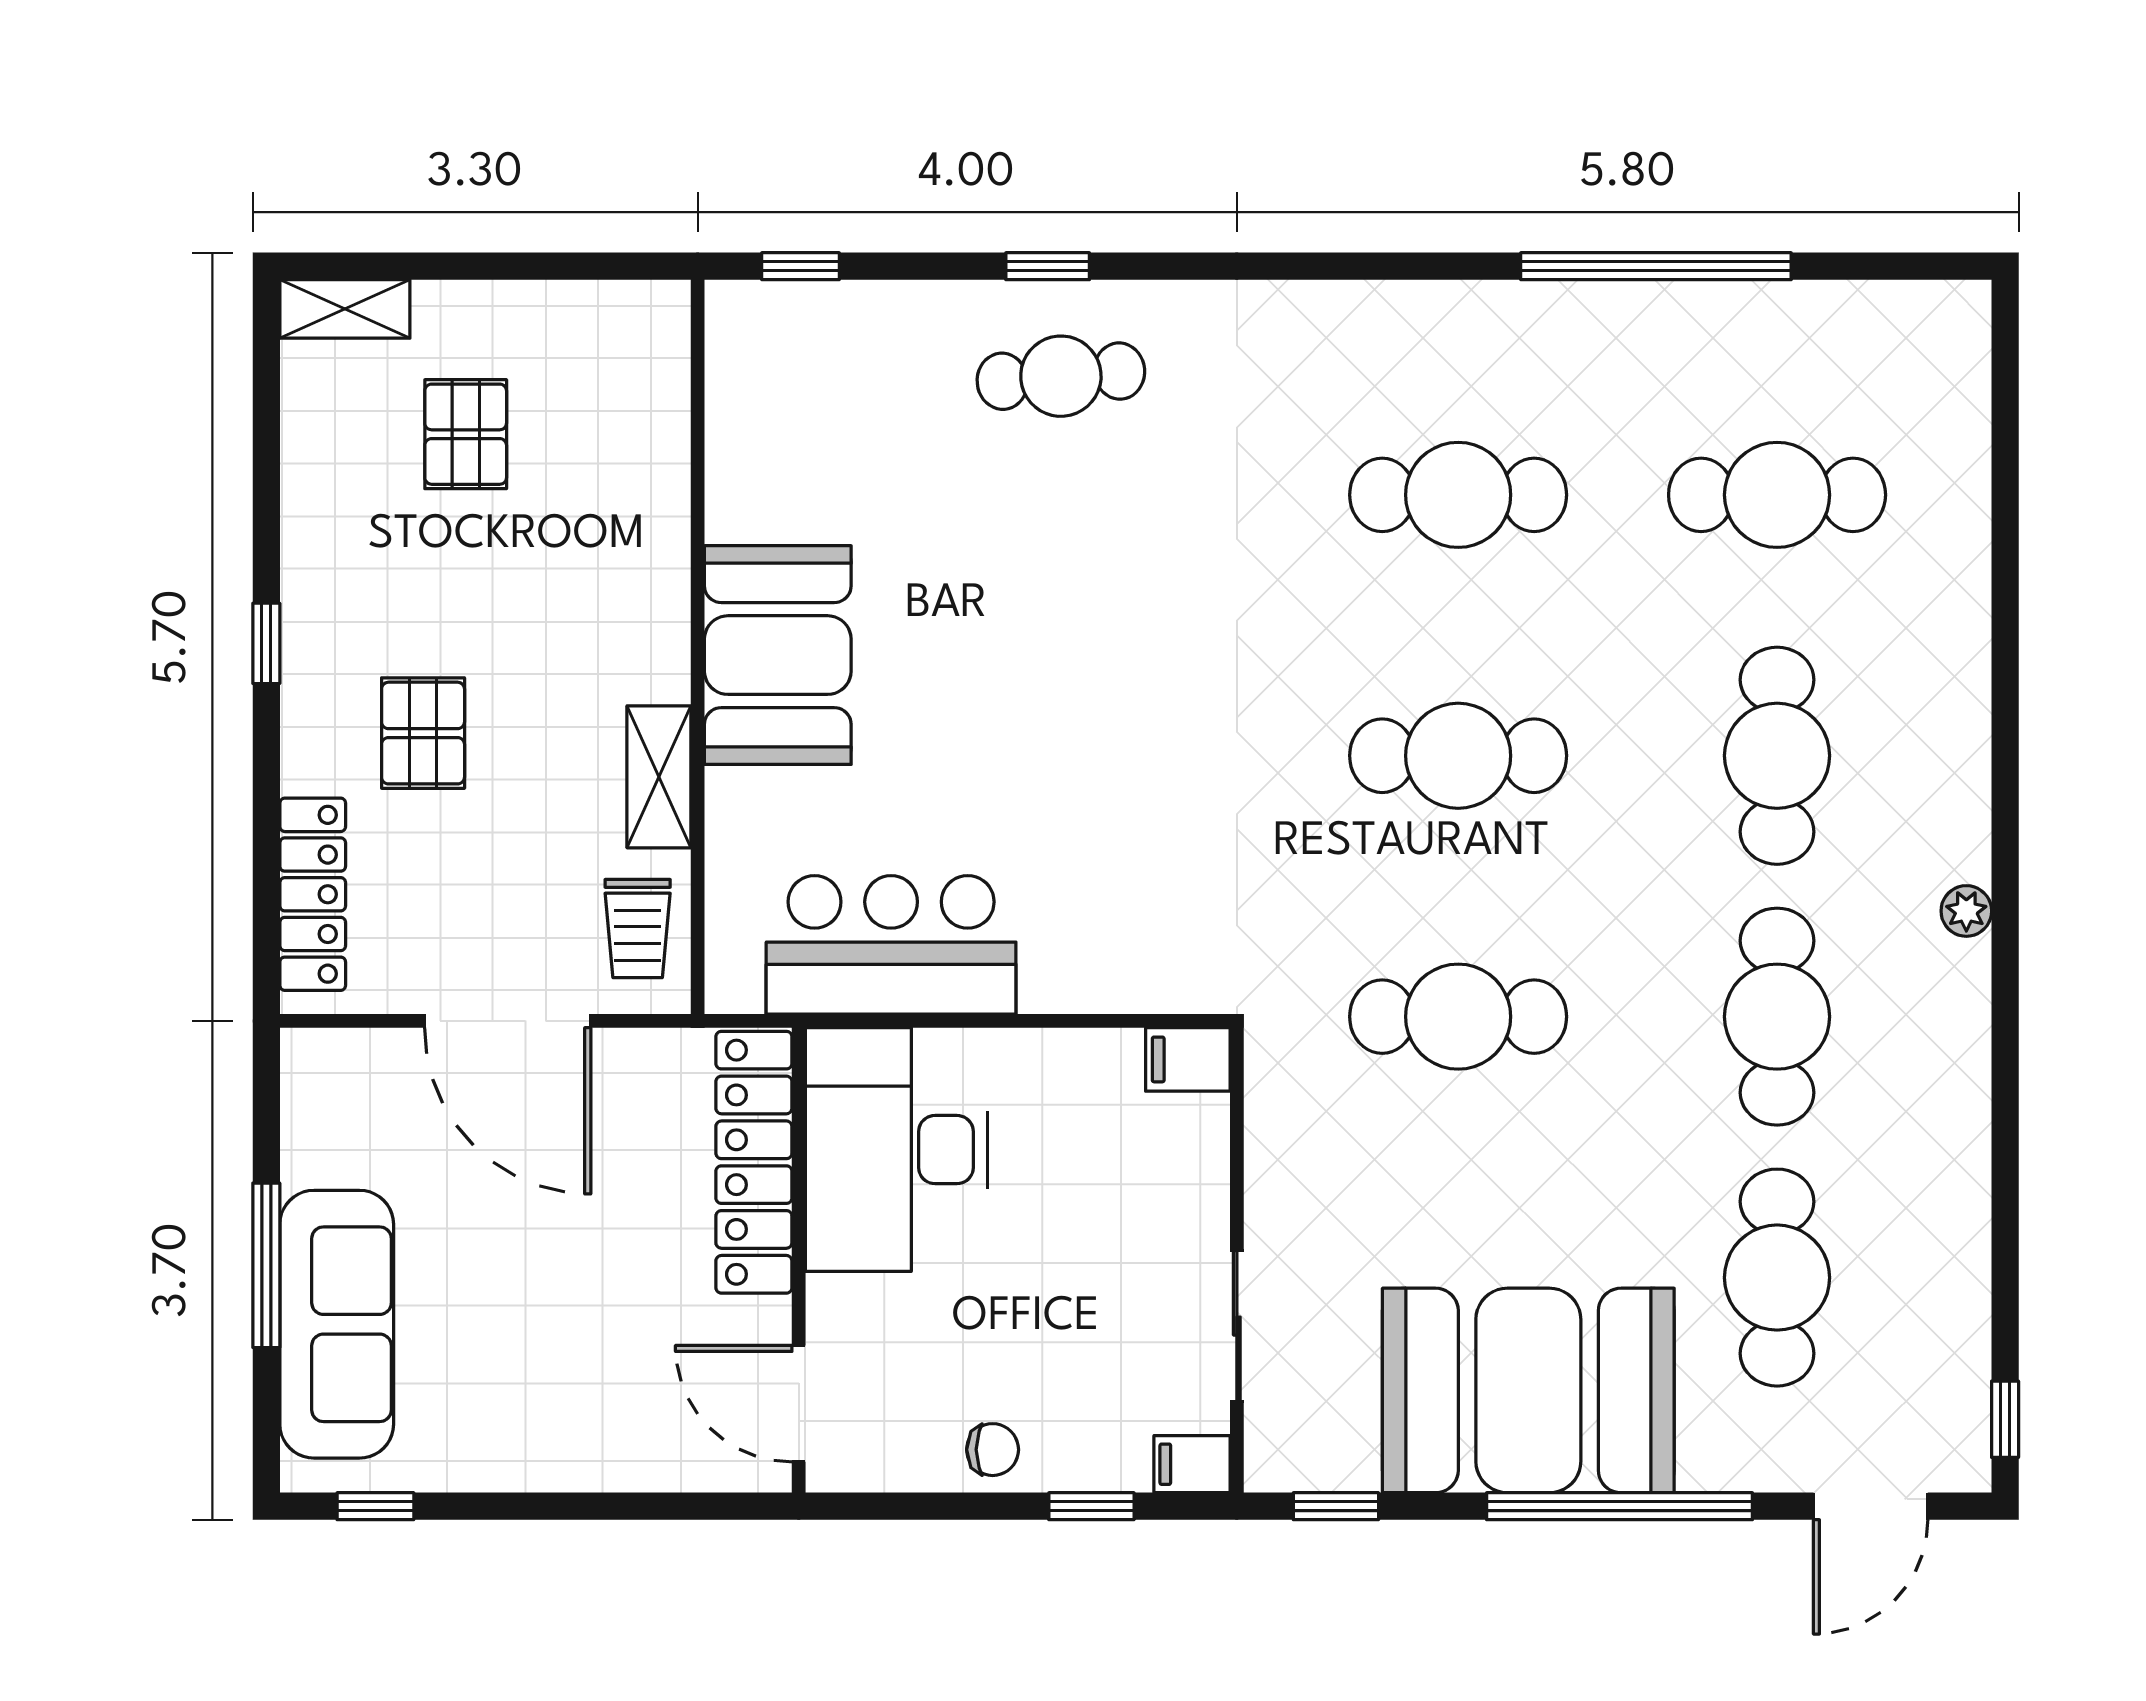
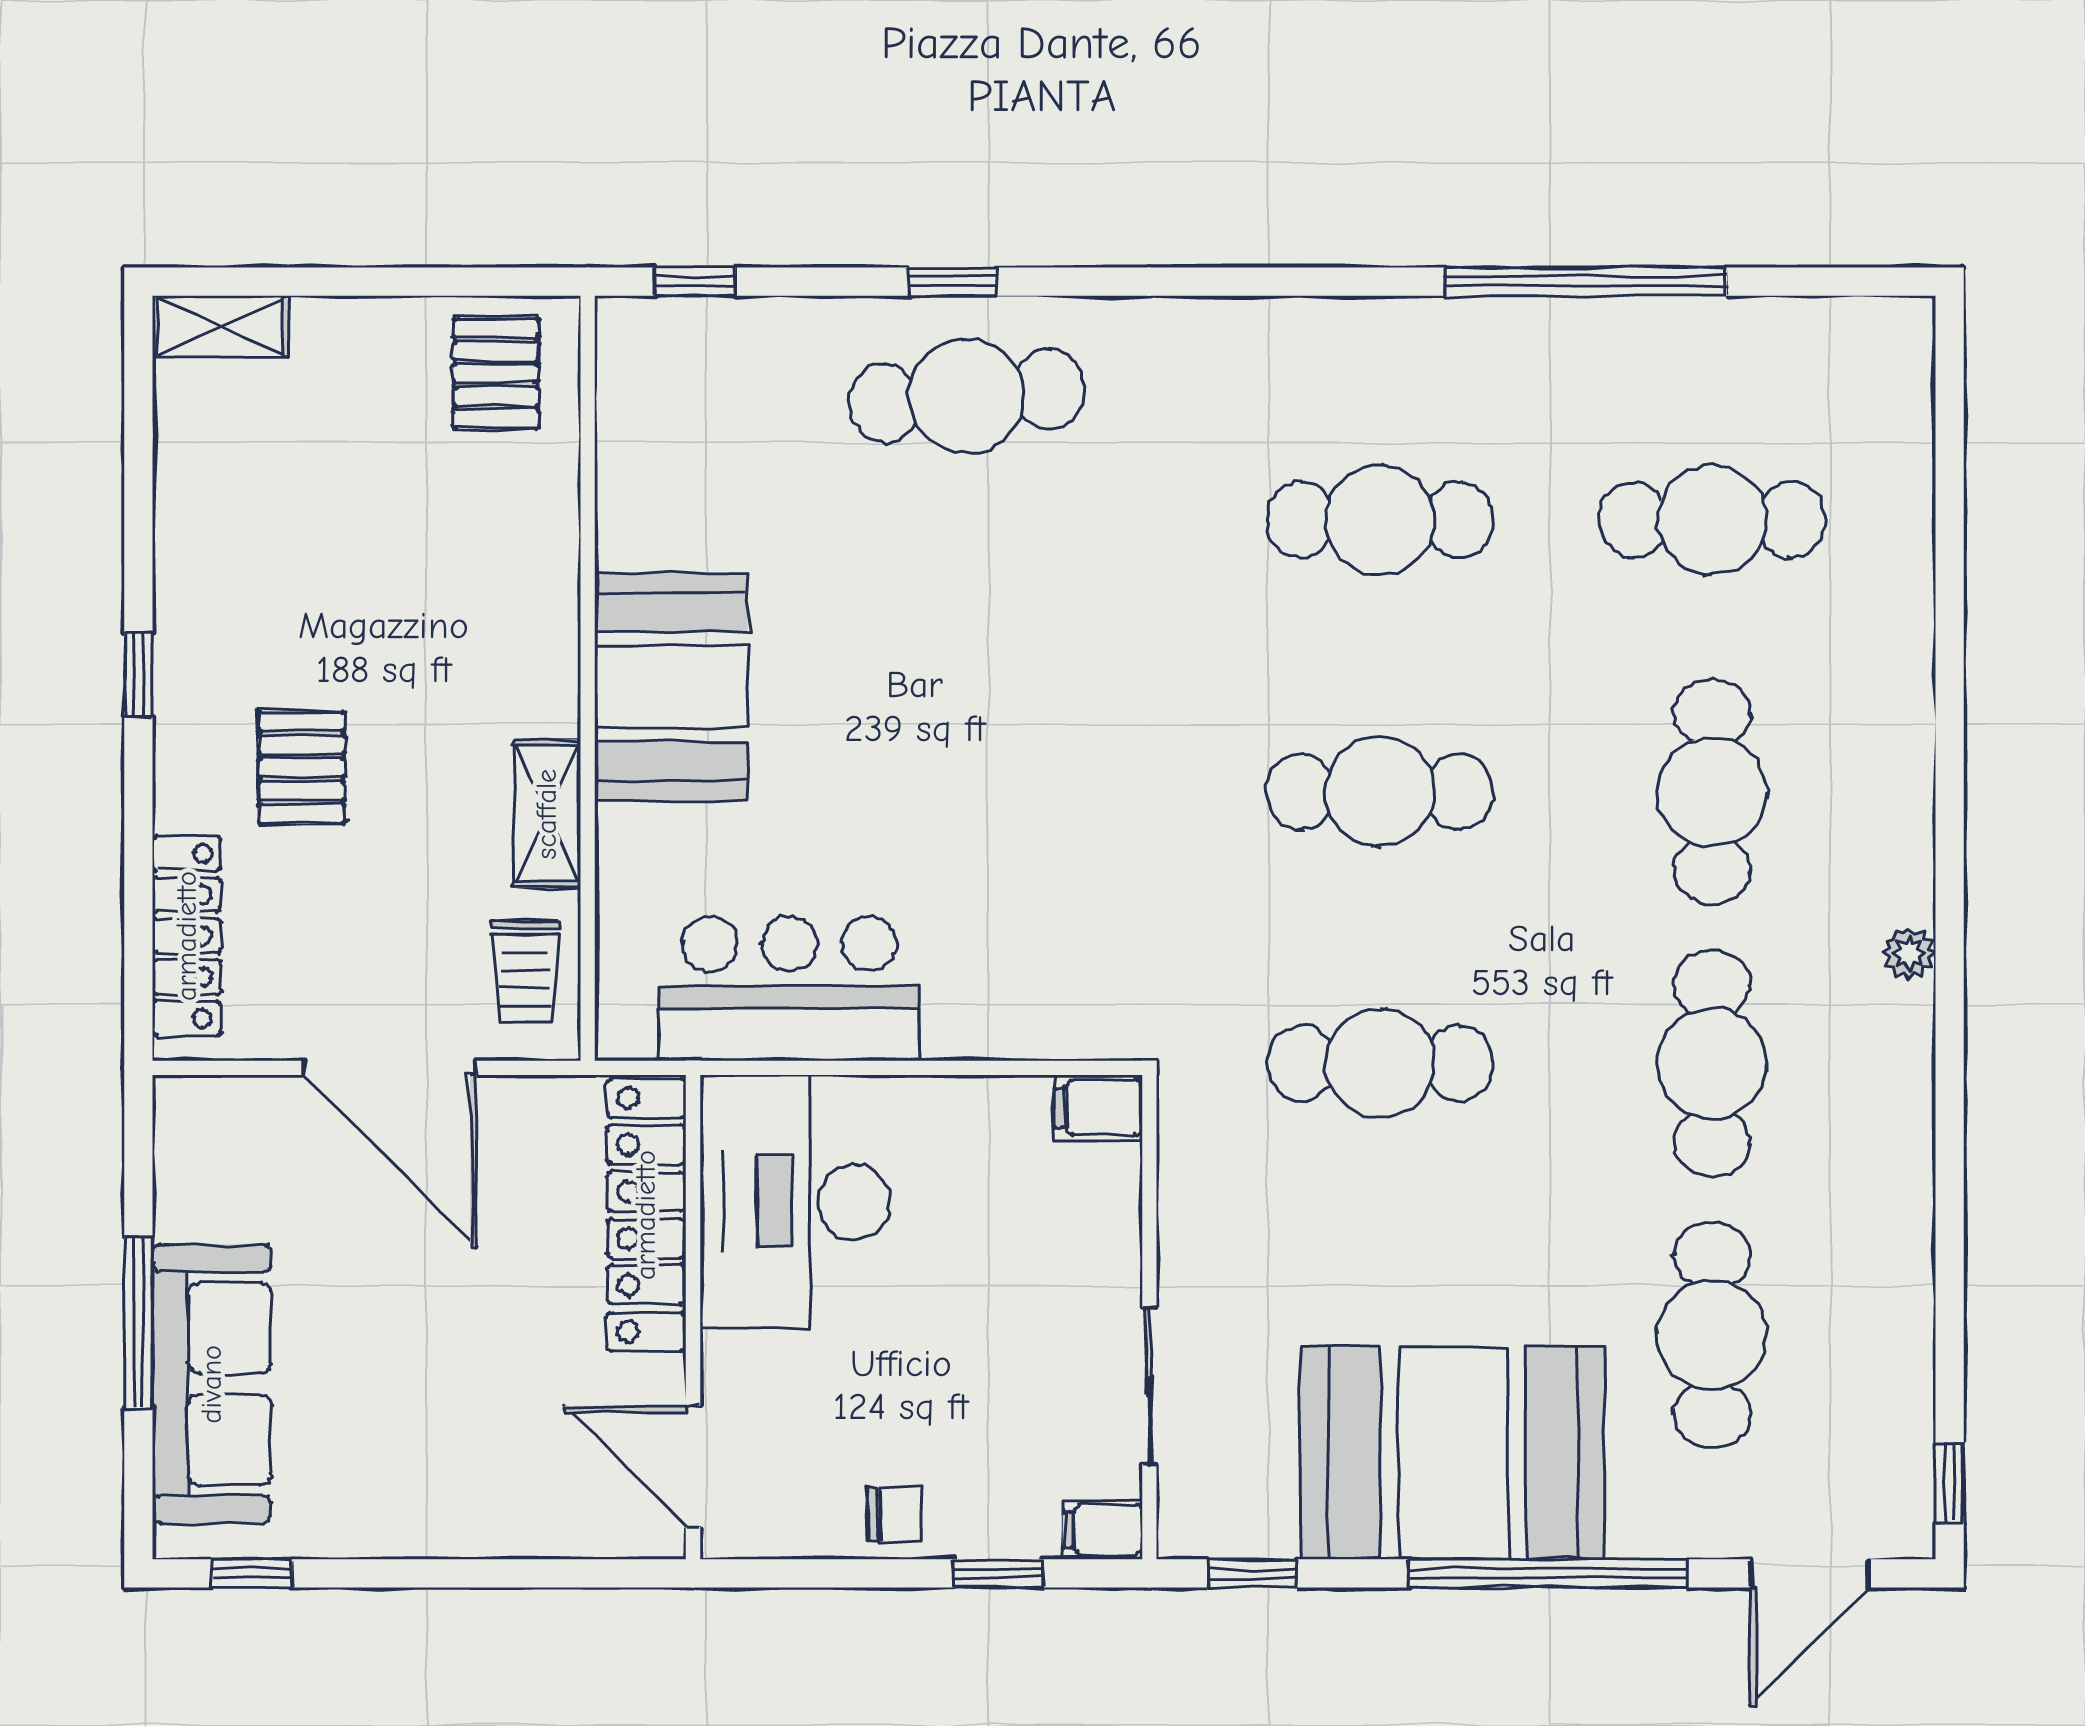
cafe table: (1061, 376) -> (966, 396), width x1.37, depth x1.35
pallet: (466, 434) -> (496, 373), moved

